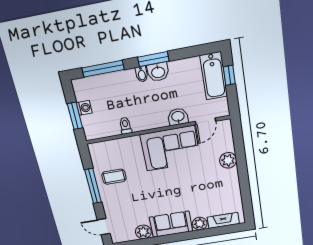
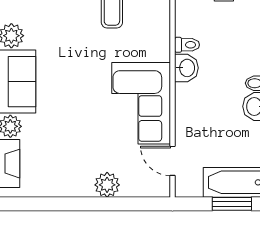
window: (229, 75) -> (232, 204), width x1.50
washbasin: (178, 117) -> (186, 68), moved

